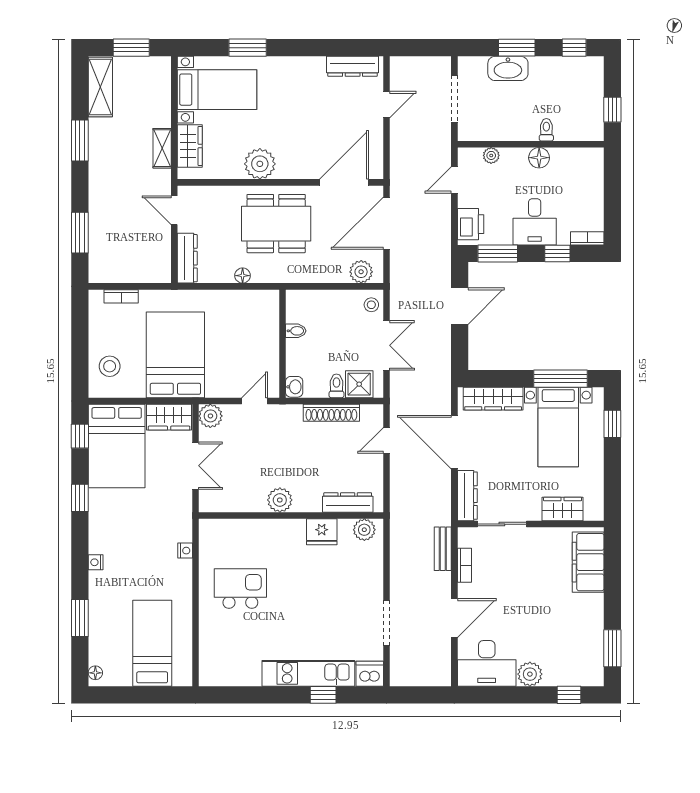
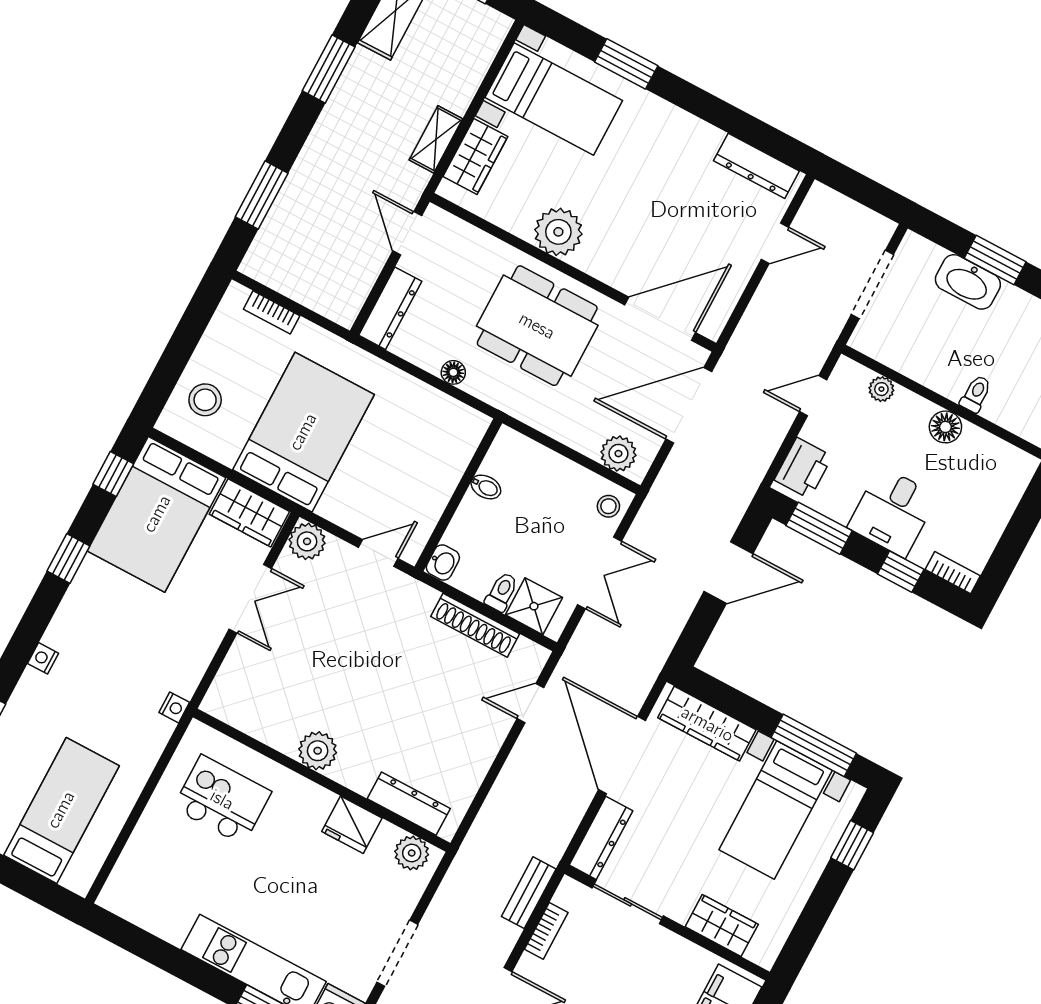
plant: (280, 500) -> (318, 751), moved
dresser: (348, 503) -> (409, 804), moved
wall: (291, 516) -> (322, 780), moved
plant: (364, 530) -> (412, 853), moved
fridge: (322, 532) -> (352, 825), moved

